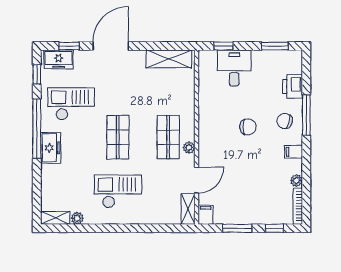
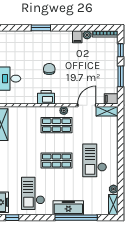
printer: (293, 86) -> (46, 97), moved, turned 180
window: (306, 115) -> (41, 28), width x0.69
chair: (285, 121) -> (45, 43), removed
window: (37, 129) -> (76, 218), moved
freezer: (51, 148) -> (68, 208), width x1.40
filing cabinet: (294, 152) -> (77, 37), moved
door: (197, 180) -> (87, 105), hinge flipped

